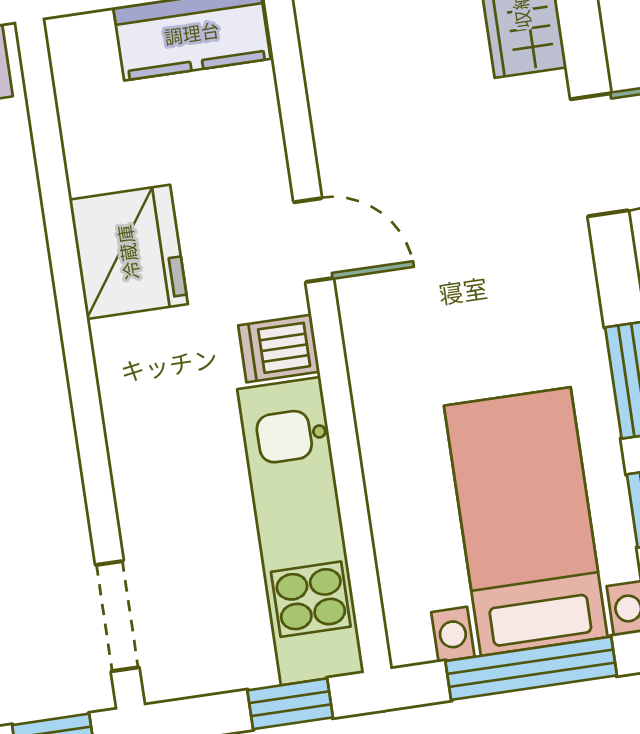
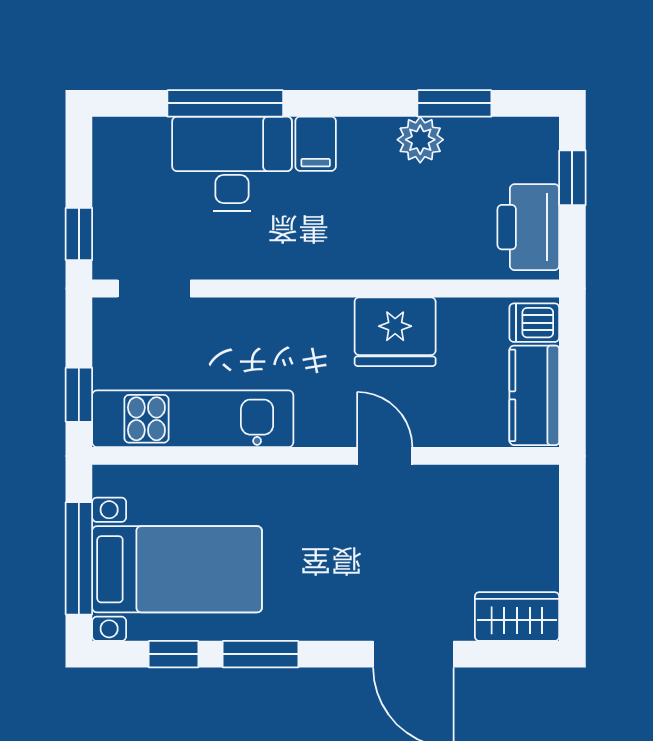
door: (314, 240) -> (385, 456), swing flipped
dishwasher: (279, 349) -> (534, 323), moved, turned -90

